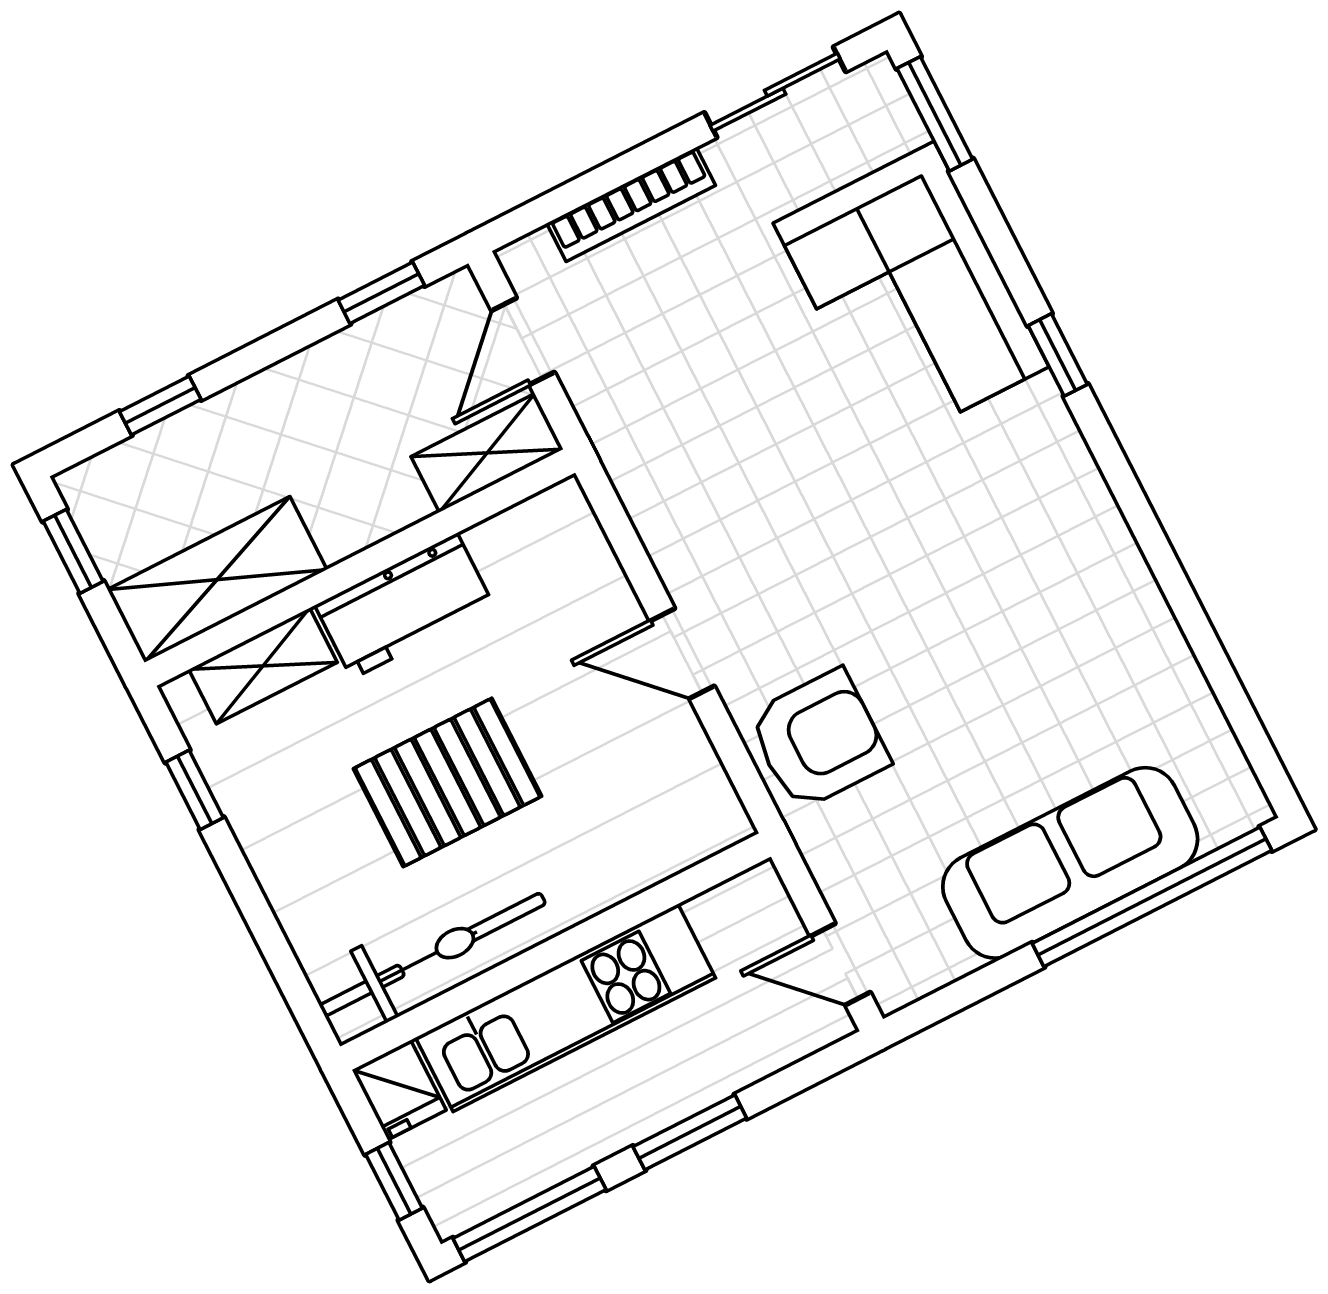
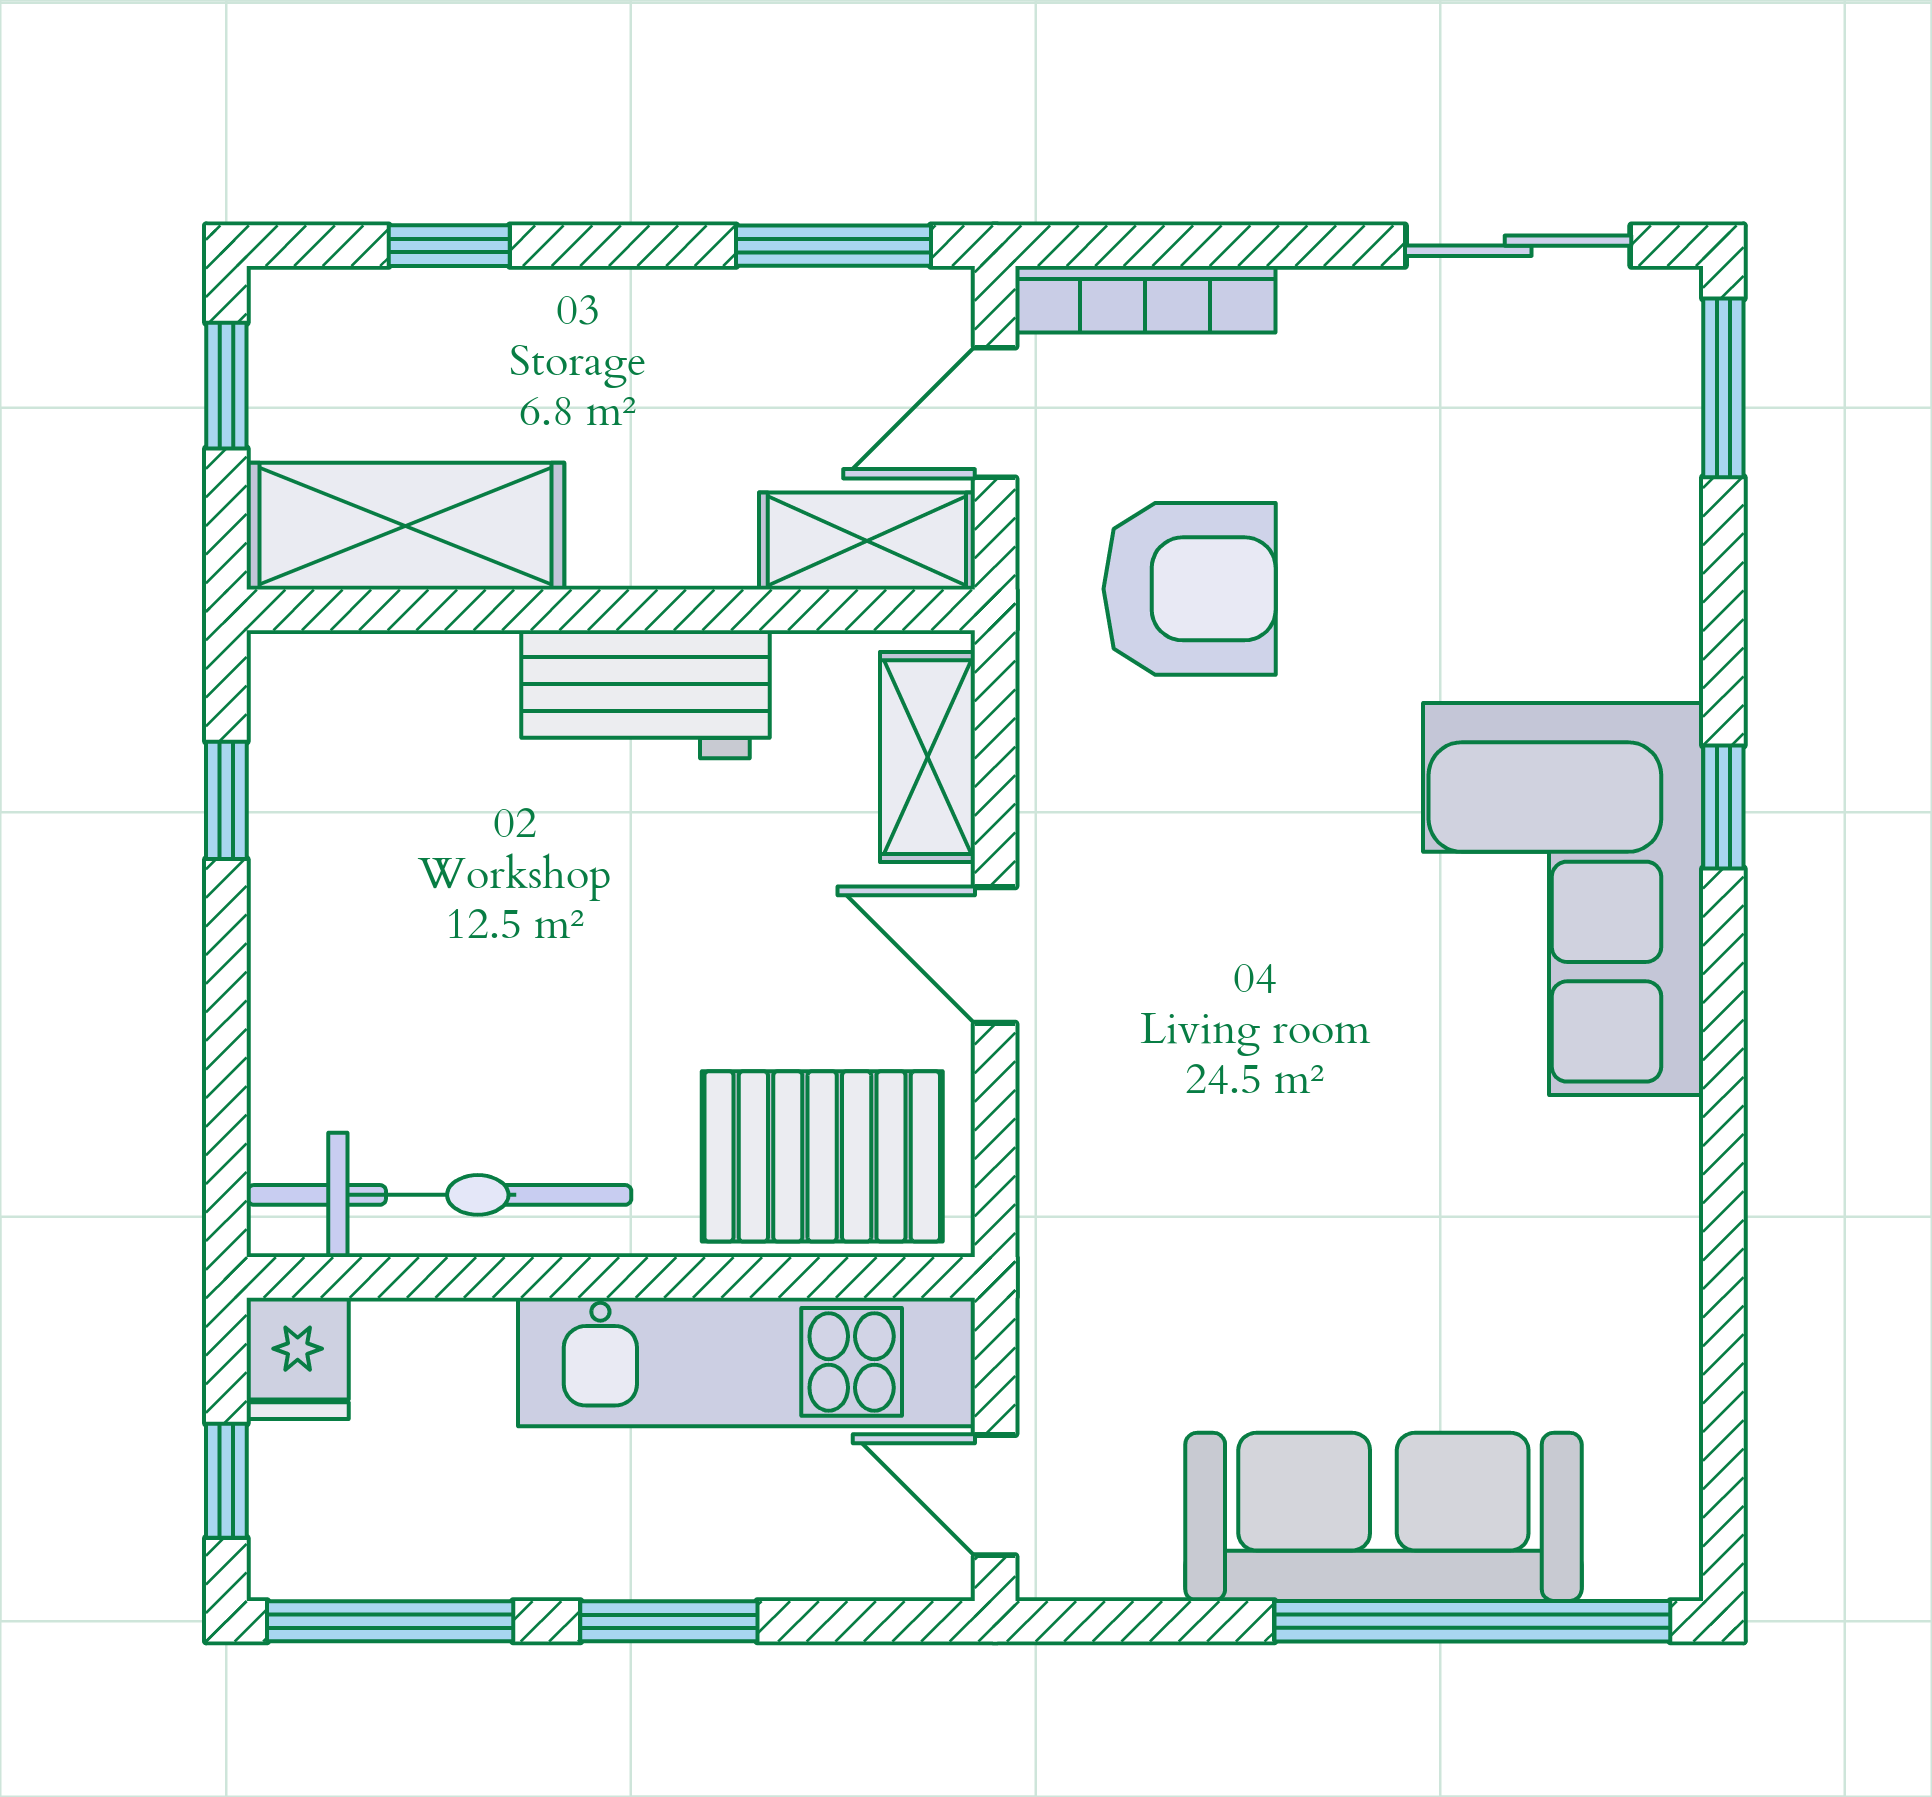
bookcase: (631, 204) -> (1145, 299), moved
window: (381, 293) -> (833, 246), width x1.50
corner sofa: (911, 295) -> (1563, 899), moved
shelving: (263, 666) -> (928, 757), moved, turned 90
armchair: (819, 740) -> (1190, 589), moved
pallet: (447, 782) -> (822, 1156), moved
kitchen unit: (565, 1008) -> (747, 1362), moved

